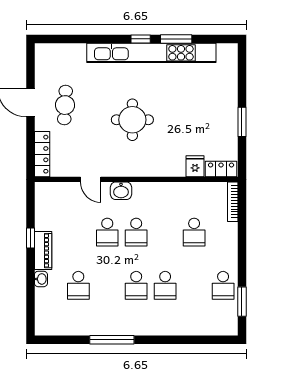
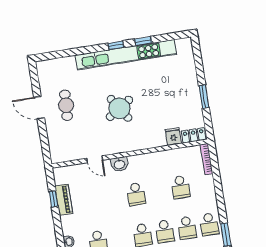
window: (176, 39) -> (143, 41), width x0.67
round table: (132, 120) -> (119, 108), turned -33
locker: (42, 154) -> (54, 146), removed
school desk: (107, 232) -> (187, 228), moved
window: (30, 238) -> (54, 199), moved
piano: (43, 251) -> (64, 200), moved

